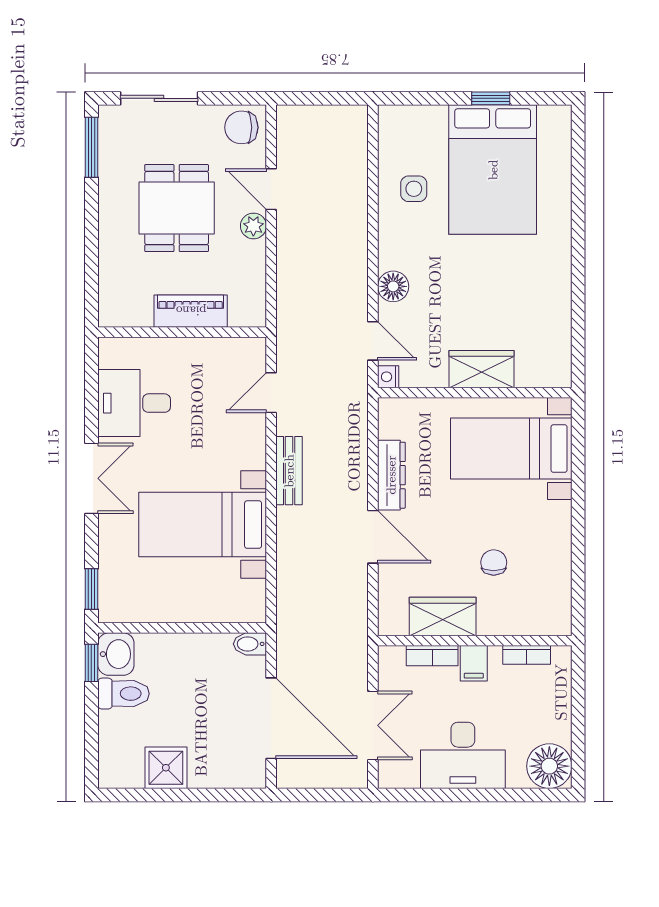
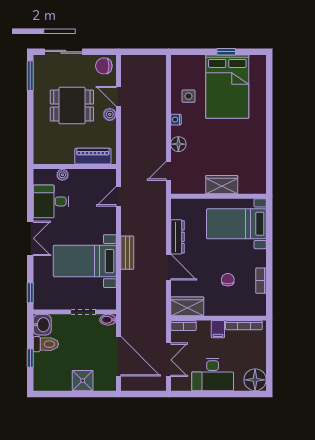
dining table: (177, 208) -> (72, 106), turned 90
piano: (191, 311) -> (93, 156), moved
door: (373, 341) -> (168, 171), swing flipped
plant: (157, 349) -> (62, 175), added
nightstand: (388, 377) -> (176, 120), moved
bench: (289, 471) -> (127, 253), moved
bookcase: (561, 564) -> (261, 281), added
wardrobe: (443, 617) -> (187, 306), moved
doorway: (199, 628) -> (83, 312), added
bookcase: (527, 655) -> (244, 325), width x1.56
bookcase: (432, 656) -> (183, 326), moved
window: (91, 663) -> (30, 358), moved
shower: (166, 768) -> (83, 381), moved

